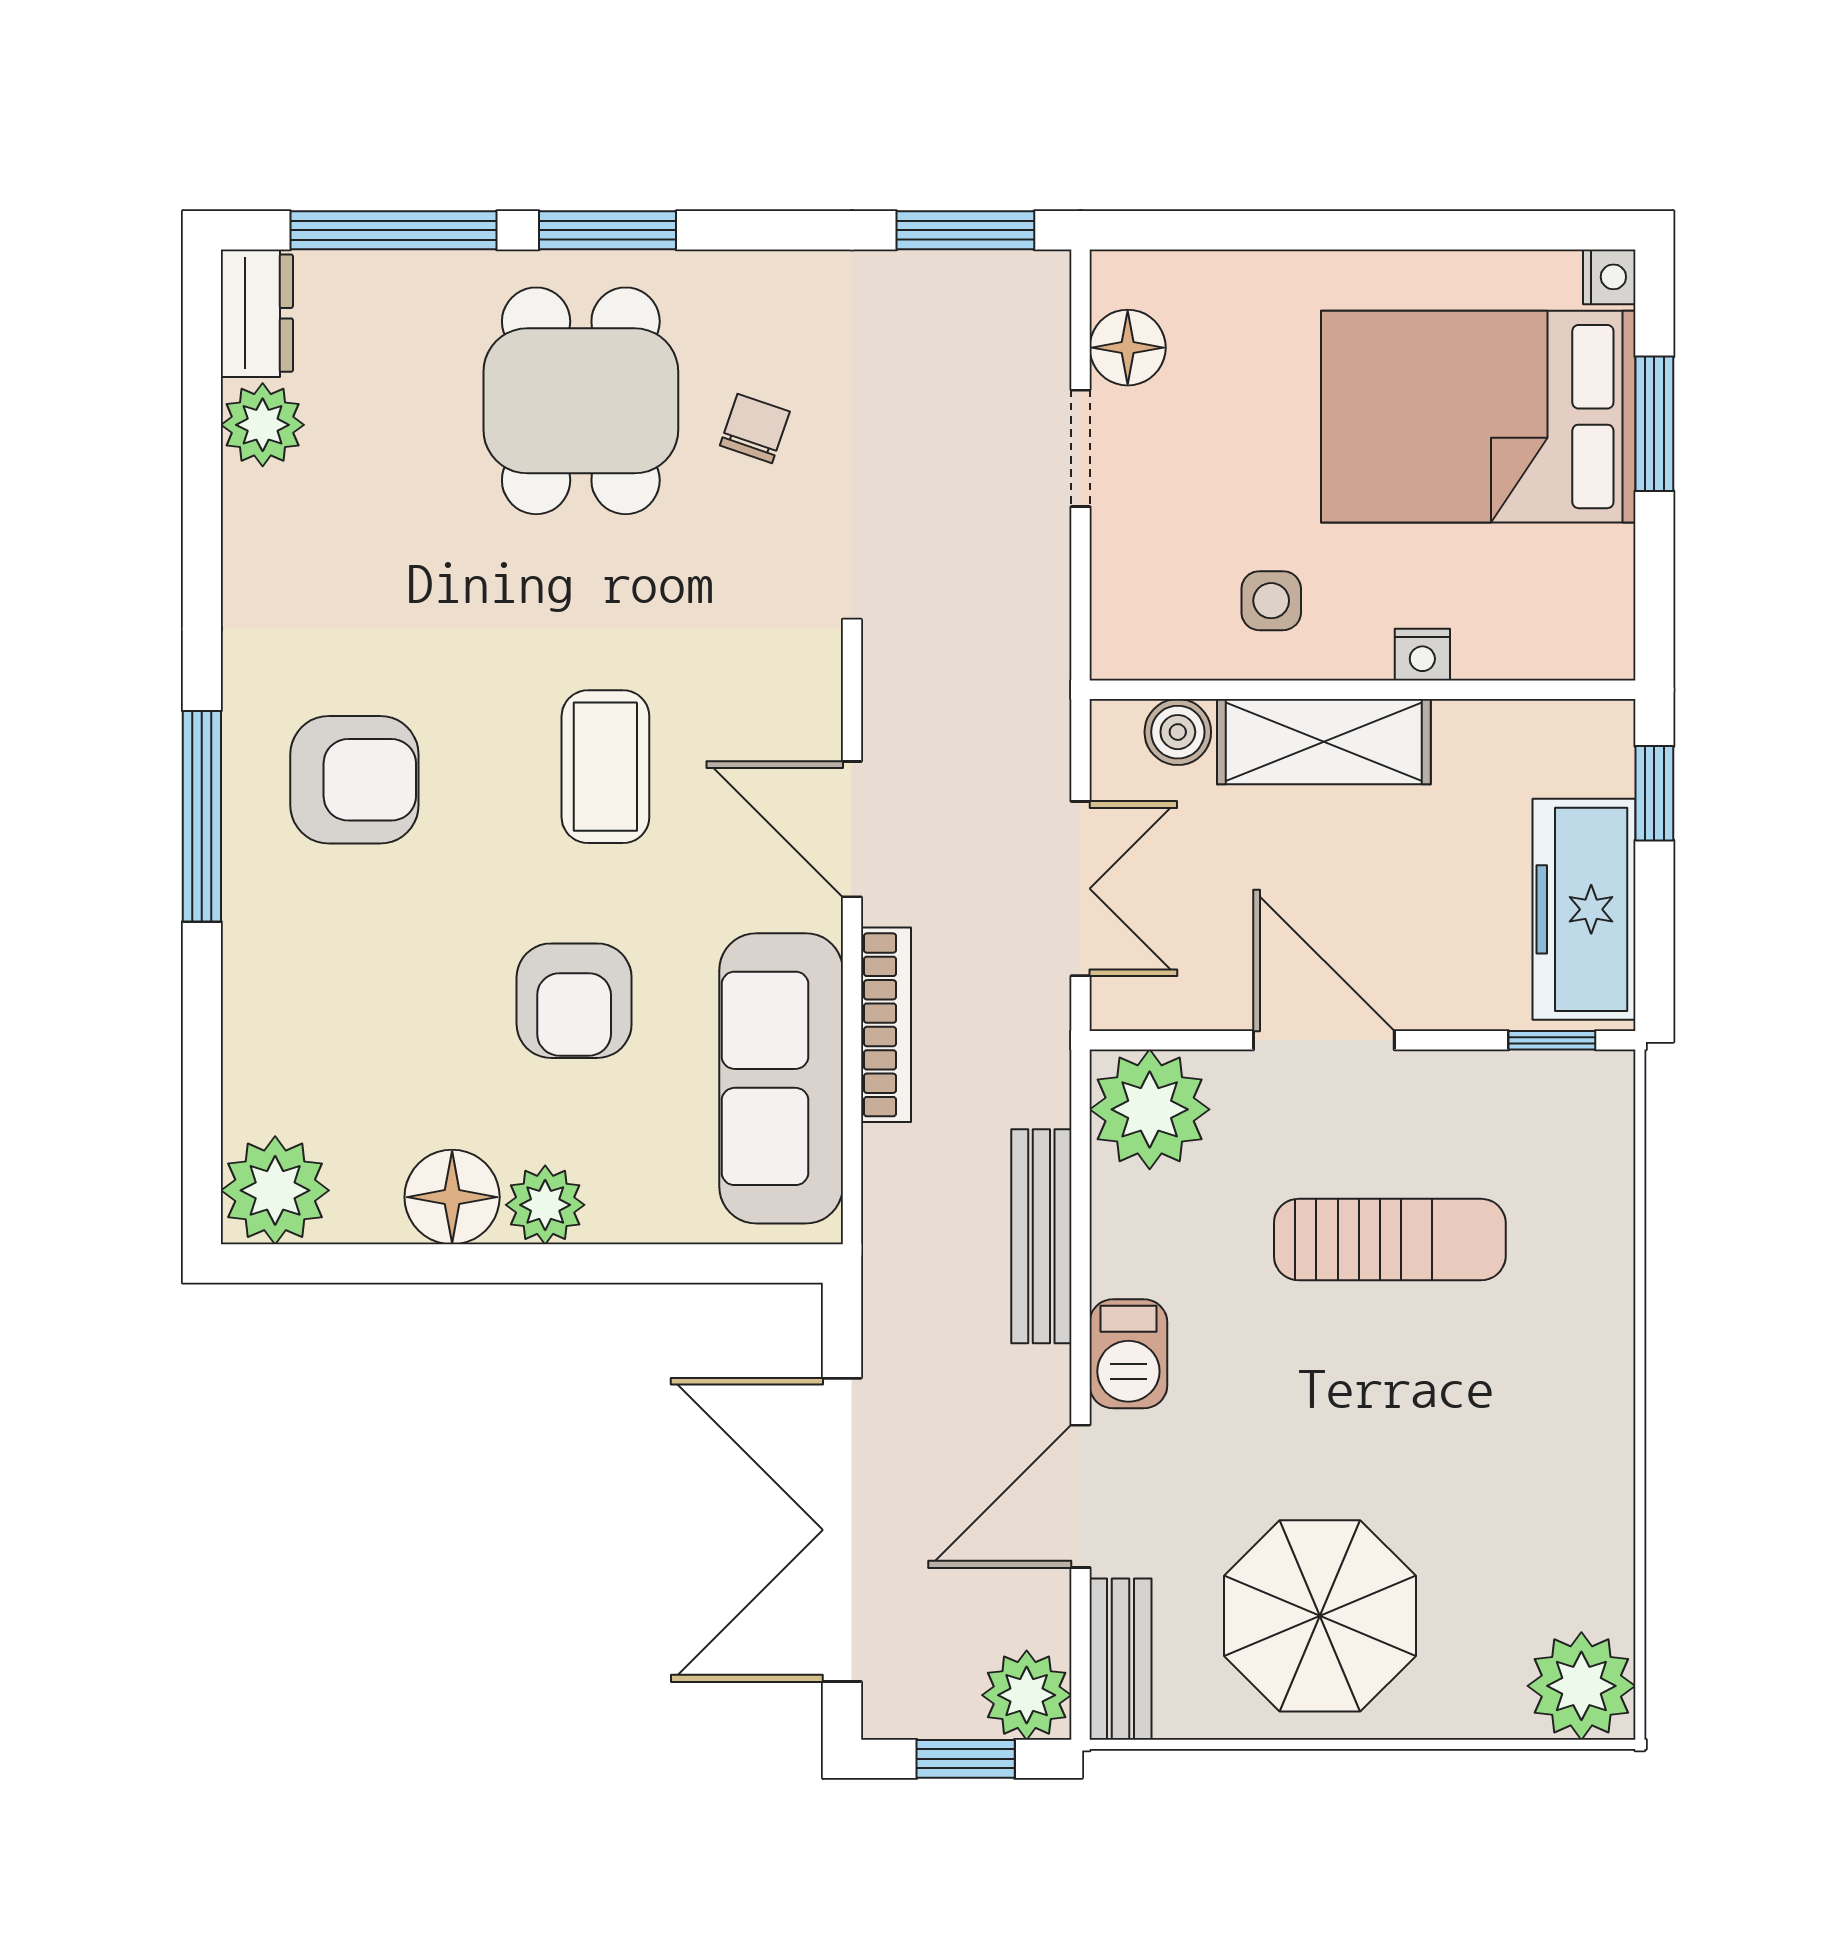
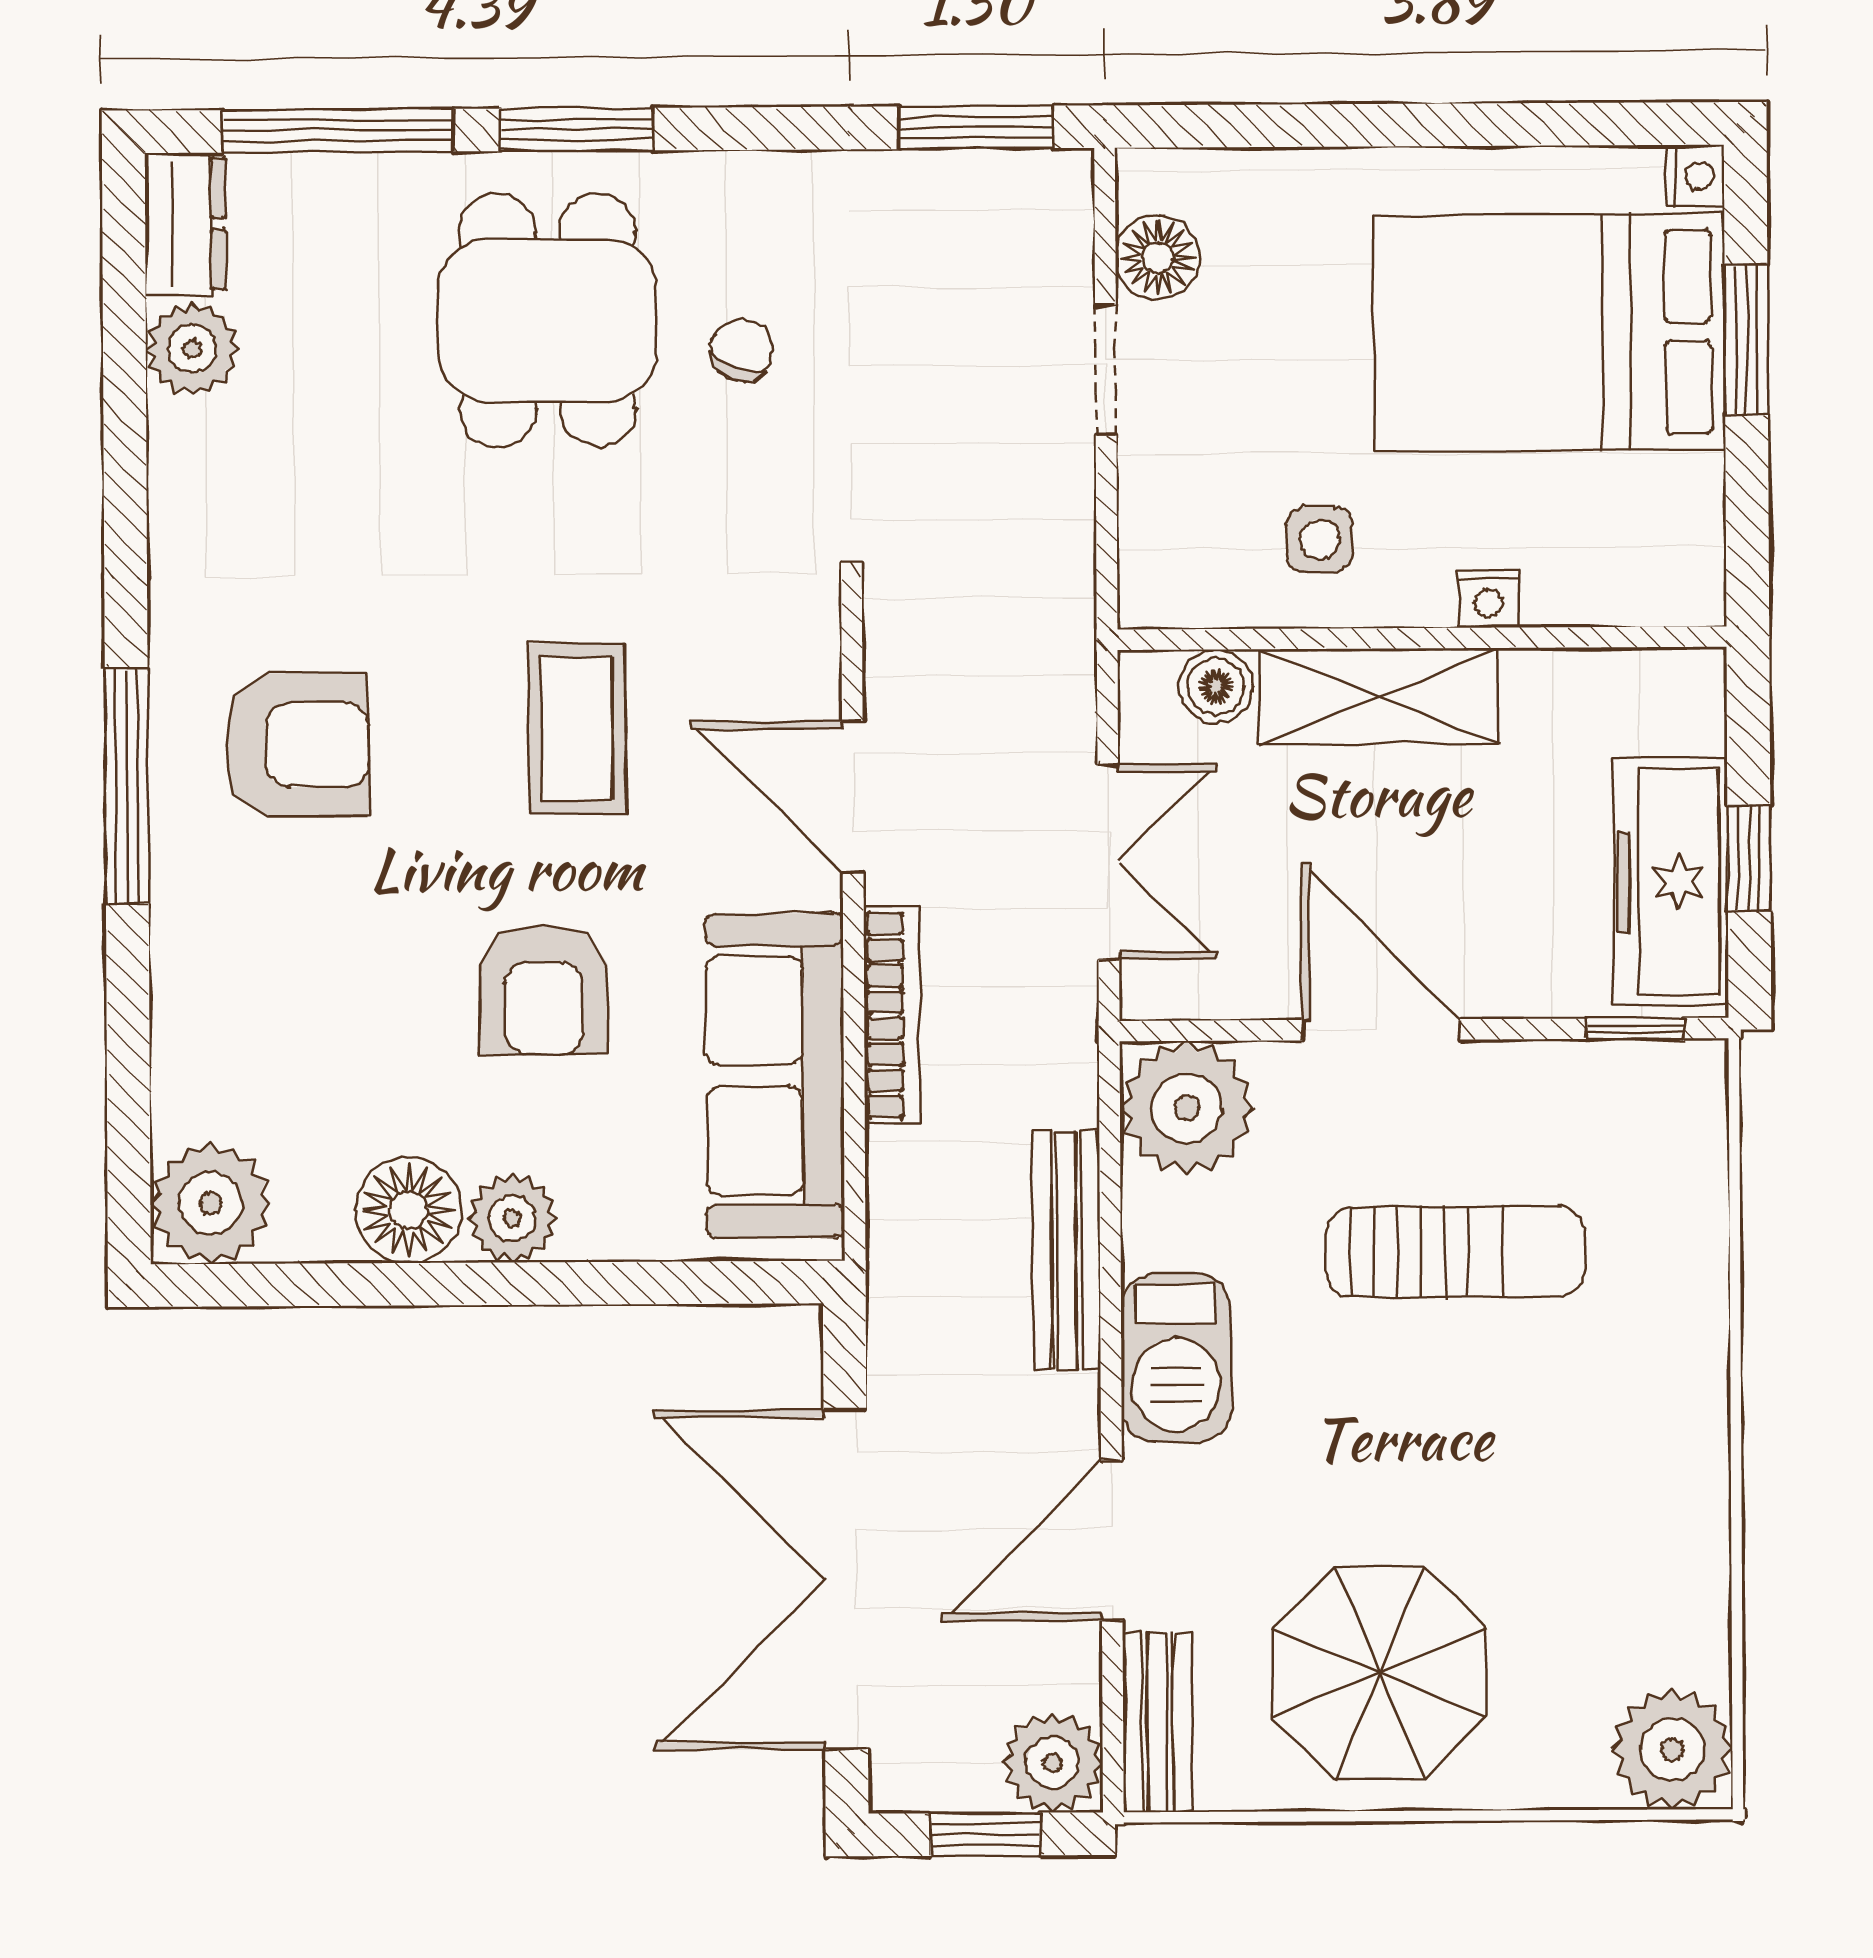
window: (1654, 793) -> (1749, 858), moved
barbecue: (1128, 1354) -> (1176, 1358), width x1.38, depth x1.27

